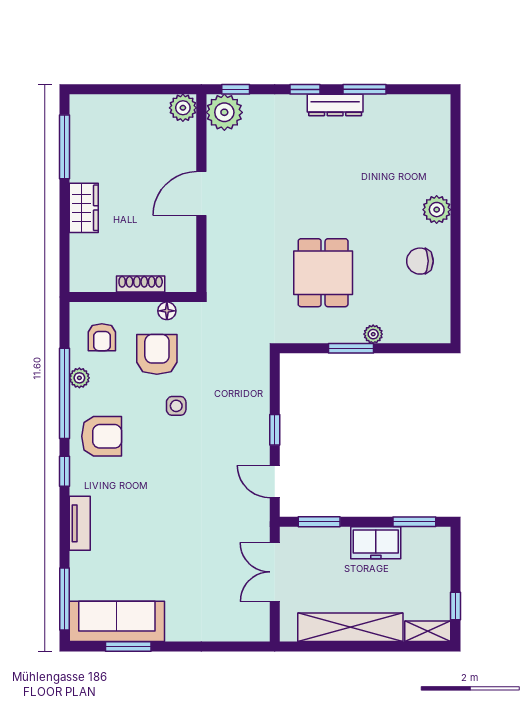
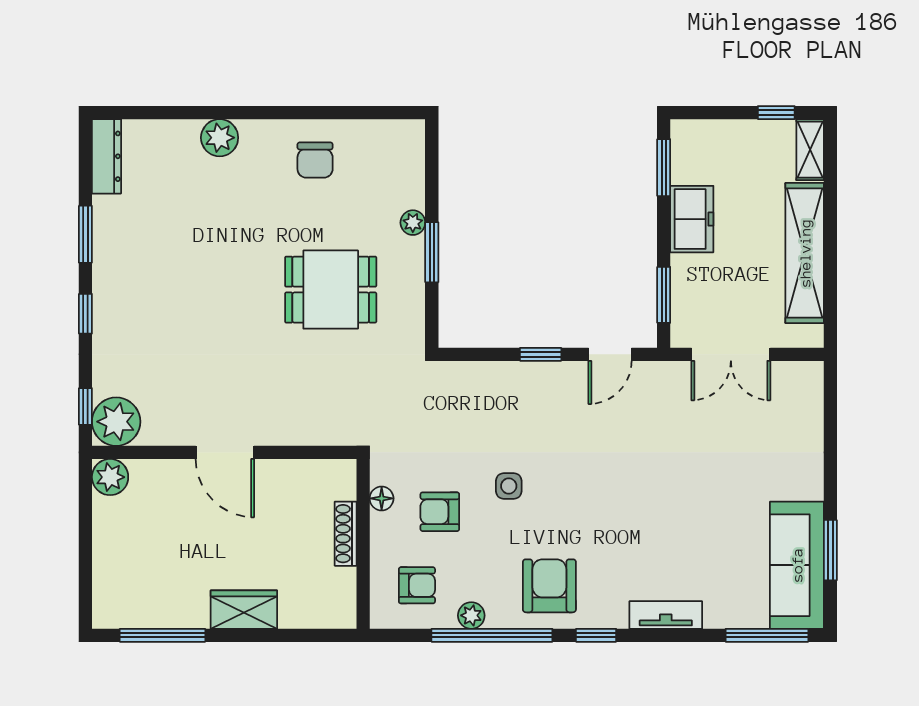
dresser: (335, 105) -> (107, 156), moved
plant: (437, 210) -> (220, 138), moved
armchair: (157, 354) -> (440, 512), width x0.72, depth x0.72

